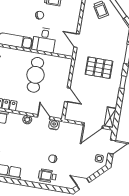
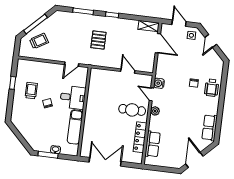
pallet: (99, 68) -> (98, 40), width x0.67, depth x0.71
cafe table: (35, 75) -> (132, 110), moved, width x0.73, depth x0.74
door: (67, 95) -> (128, 71), hinge flipped
door: (44, 117) -> (151, 94), hinge flipped
door: (83, 184) -> (211, 41), moved

